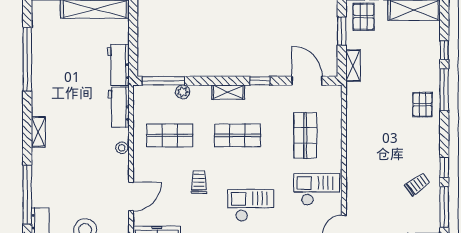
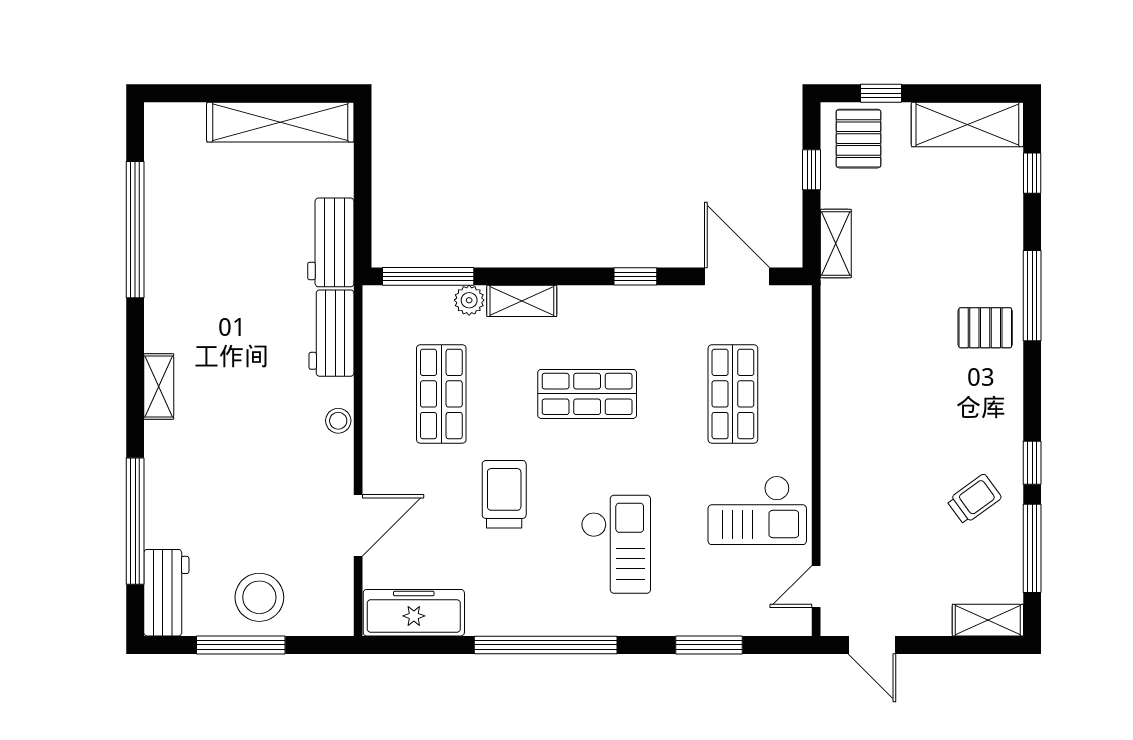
window: (342, 31) -> (812, 170), width x0.67
window: (444, 50) -> (1032, 173), moved
shelving: (228, 92) -> (522, 301), moved
pallet: (422, 105) -> (985, 328), turned 90
shop shelf: (170, 135) -> (441, 394), turned 90
trolley: (199, 182) -> (504, 494), width x1.36, depth x1.39
checkout: (316, 189) -> (757, 510), turned 180
checkout: (251, 205) -> (616, 544), turned 90

